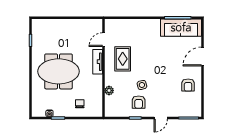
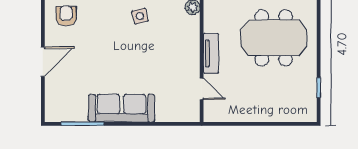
sofa: (181, 28) -> (122, 108), moved
door: (103, 40) -> (202, 89), hinge flipped
rug: (123, 59) -> (171, 58), removed

